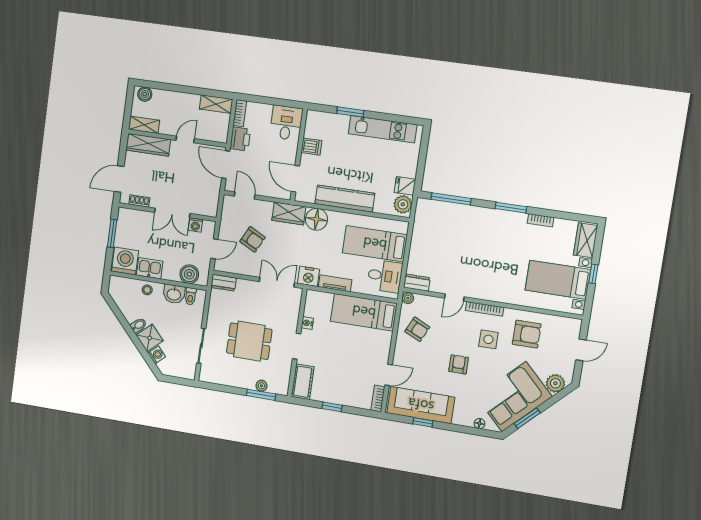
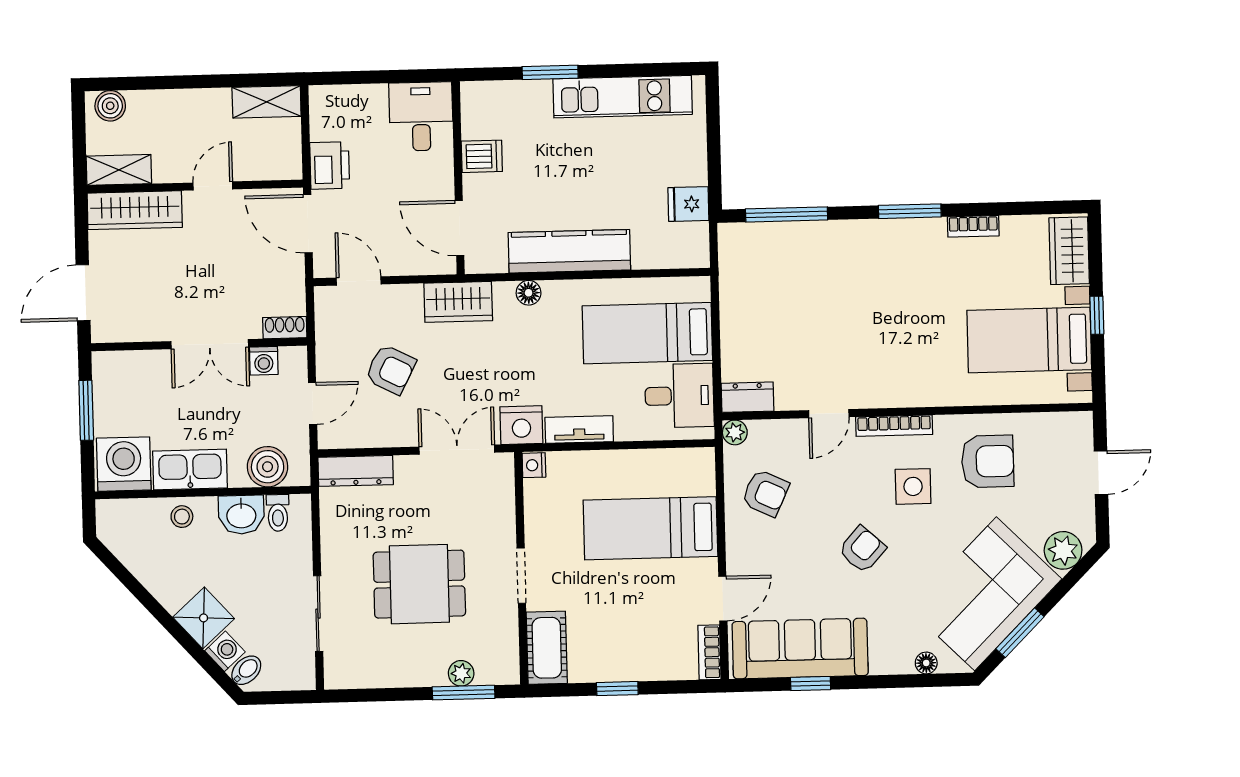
bookcase: (240, 113) -> (320, 112), removed
shoe rack: (139, 201) -> (285, 328), moved
plant: (403, 204) -> (691, 242), removed
floor lamp: (316, 219) -> (529, 293), width x0.53, depth x0.53
kitchen sink: (150, 268) -> (190, 469), width x1.38
dresser: (224, 283) -> (356, 471), width x1.44
bed: (364, 312) -> (650, 528), moved
nightstand: (307, 323) -> (534, 465), moved
bidet: (138, 325) -> (246, 670), moved
armchair: (459, 364) -> (862, 549), turned 42

